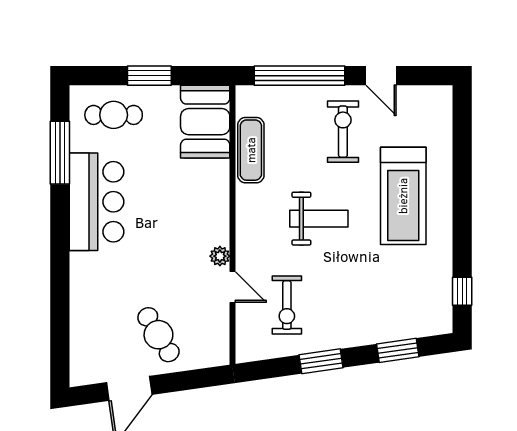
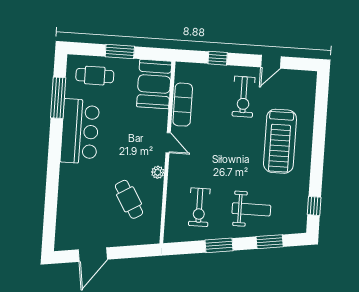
window: (299, 76) -> (218, 58), width x0.32
door: (381, 76) -> (271, 62), hinge flipped
exercise bike: (343, 132) -> (244, 97), turned 180
weight bench: (319, 219) -> (251, 209), moved
door: (233, 287) -> (168, 143), moved
cafe table: (158, 335) -> (129, 199), moved

